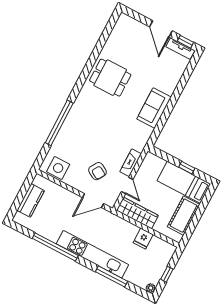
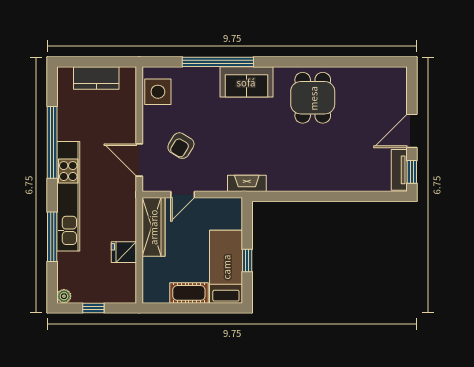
sofa: (154, 108) -> (246, 82), moved, turned 180
fireplace: (131, 163) -> (247, 183), moved
cot: (184, 216) -> (189, 293), width x0.73, depth x0.75

